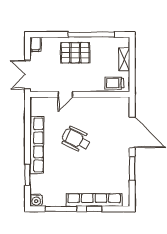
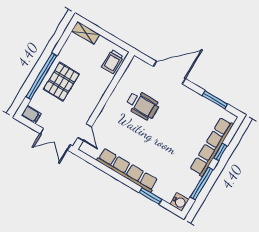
window: (91, 35) -> (41, 76), moved
shelving: (124, 59) -> (86, 33), moved
door: (65, 94) -> (85, 132), moved
wheelchair: (76, 139) -> (142, 105), moved, turned -117
window: (132, 168) -> (215, 100), moved

